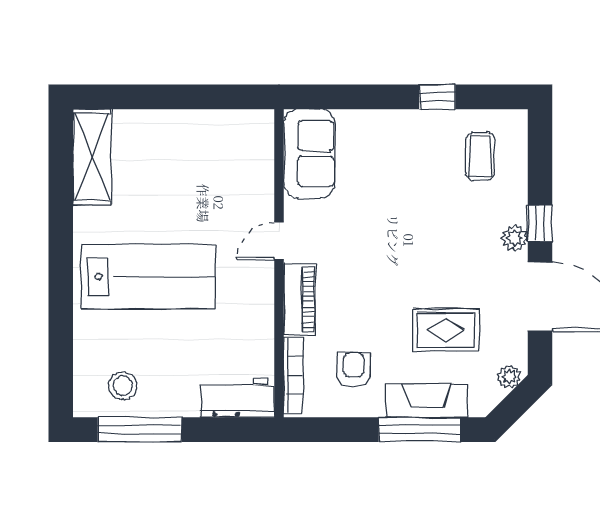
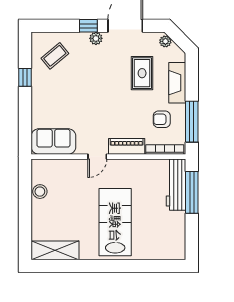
coffee table: (480, 156) -> (55, 56), turned -40
door: (279, 241) -> (97, 157), hinge flipped
stool: (123, 386) -> (40, 192), moved
workbench: (237, 398) -> (176, 185), width x1.38
window: (140, 430) -> (192, 192), moved
window: (420, 430) -> (192, 122), moved

